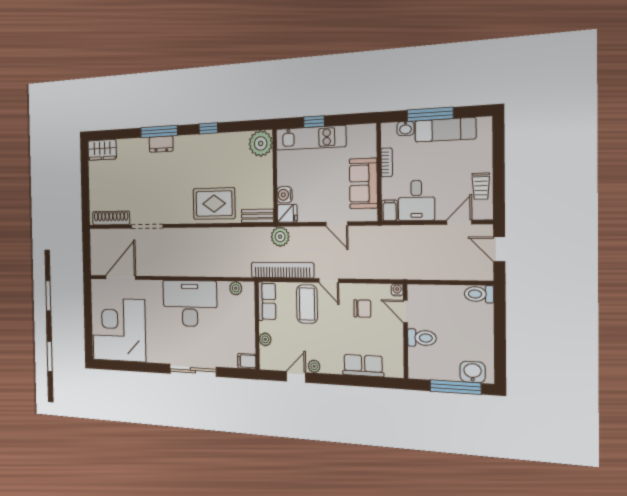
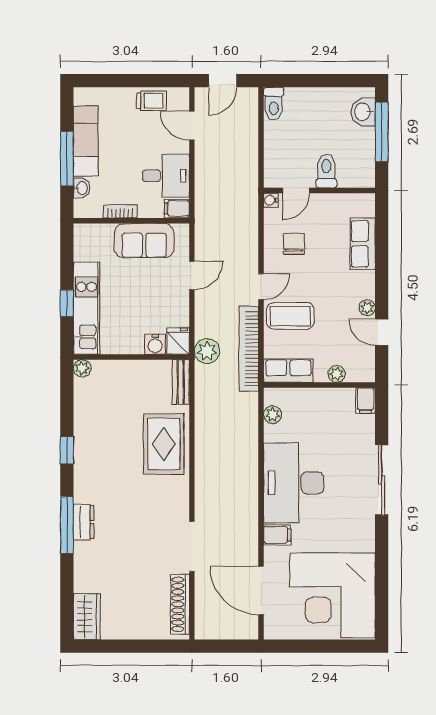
plant: (261, 143) -> (82, 368), width x0.53, depth x0.53
filing cabinet: (156, 290) -> (277, 535), added

